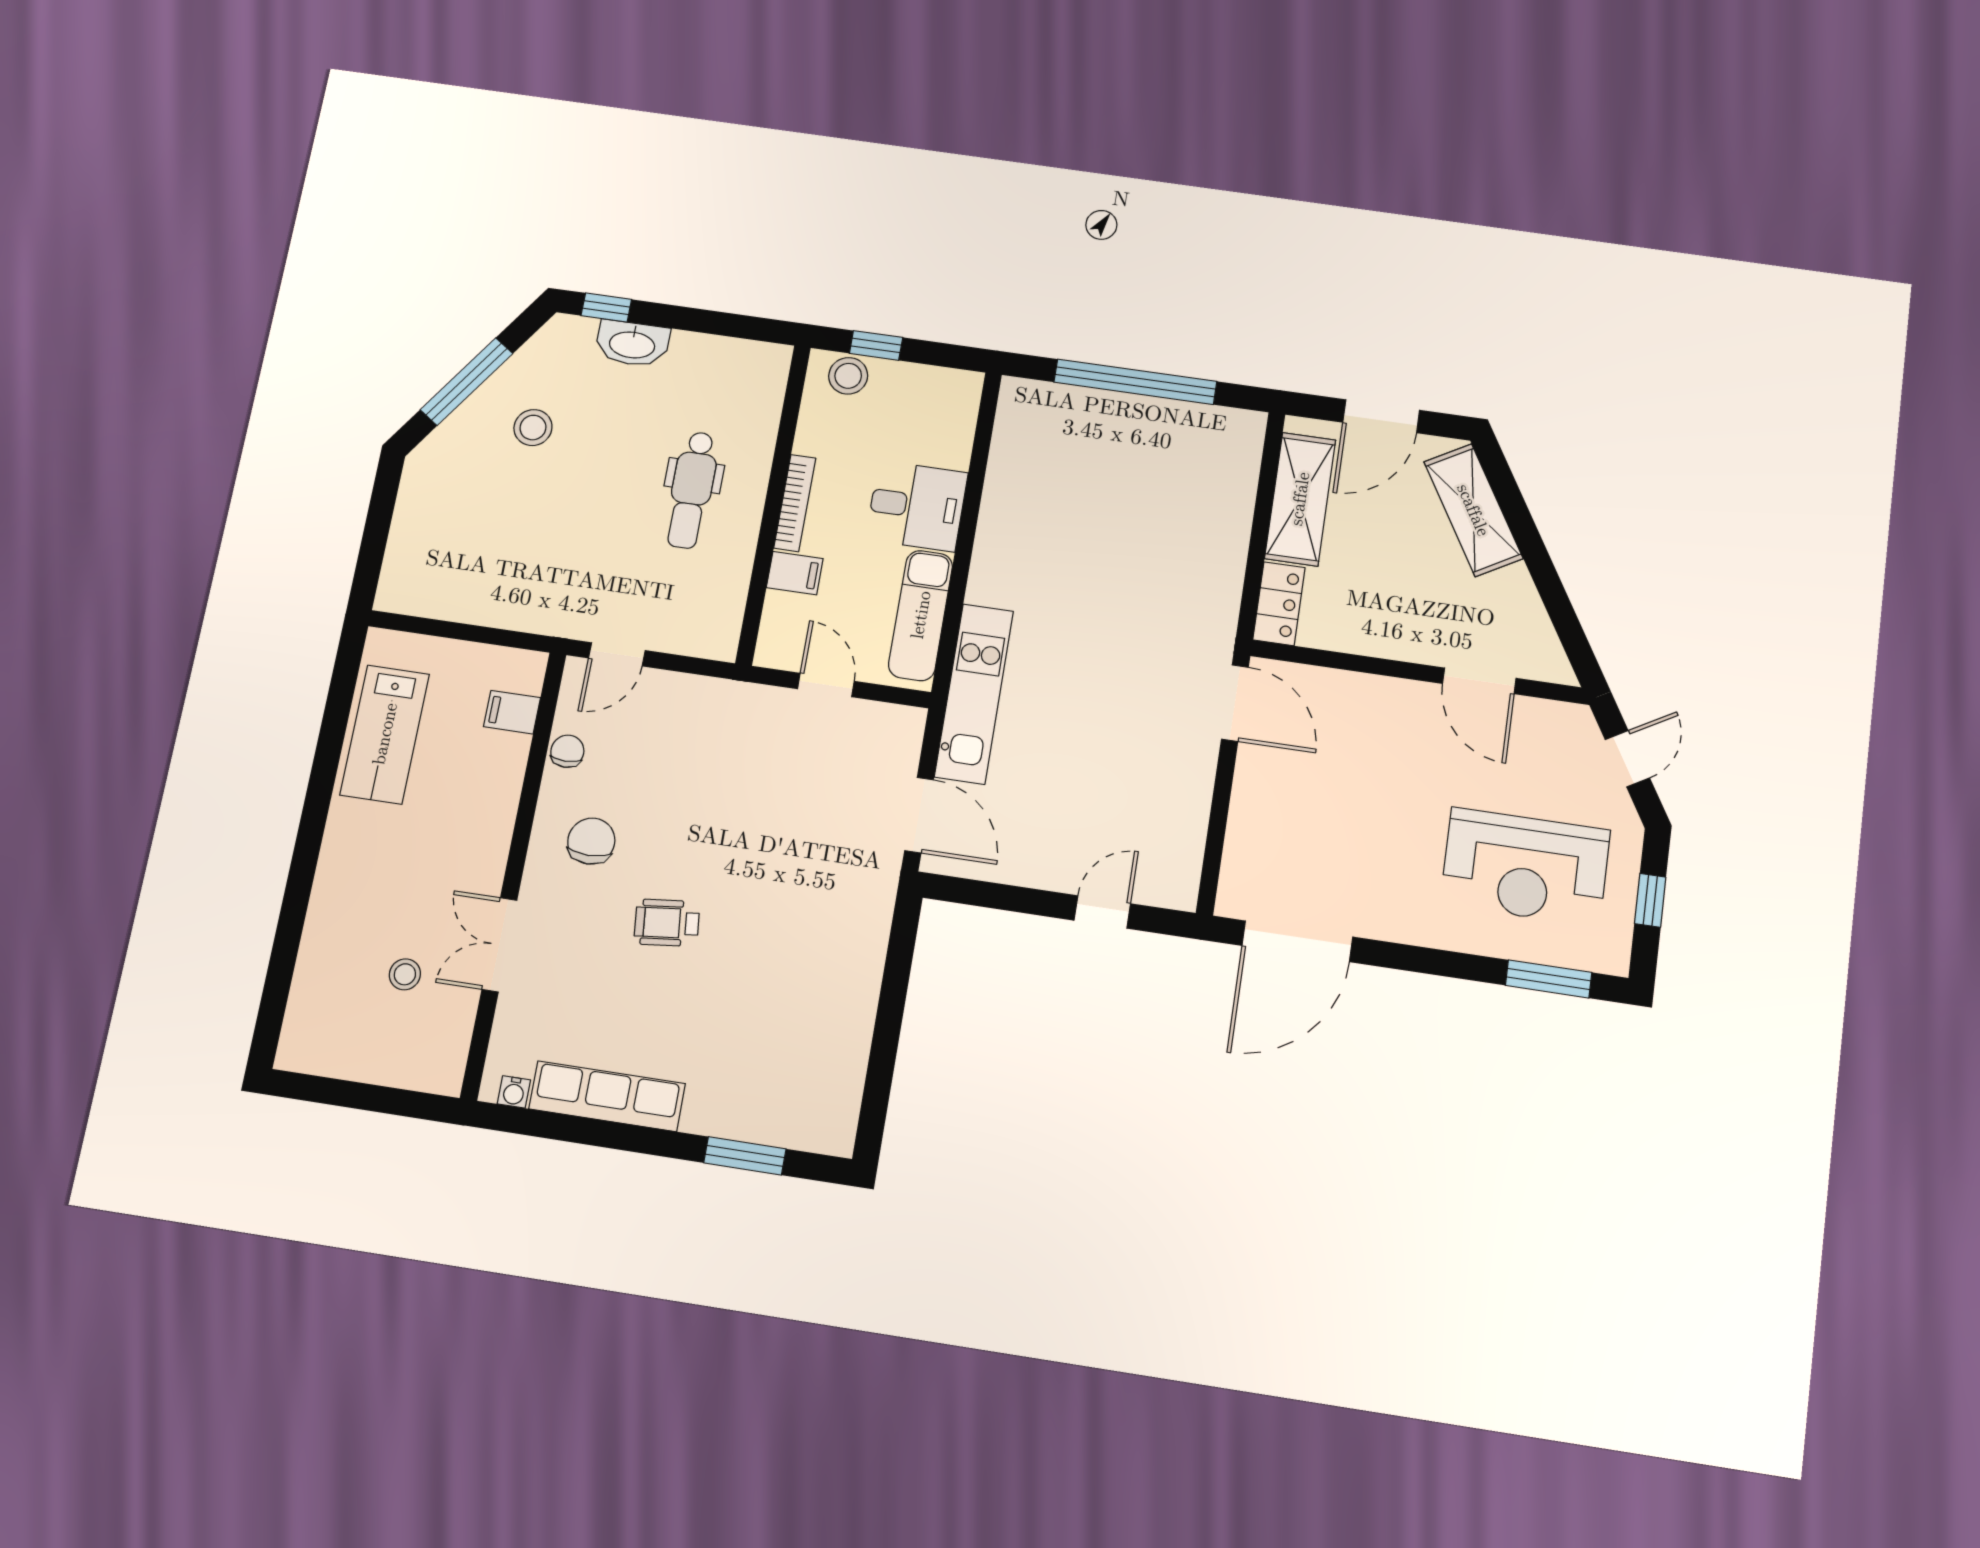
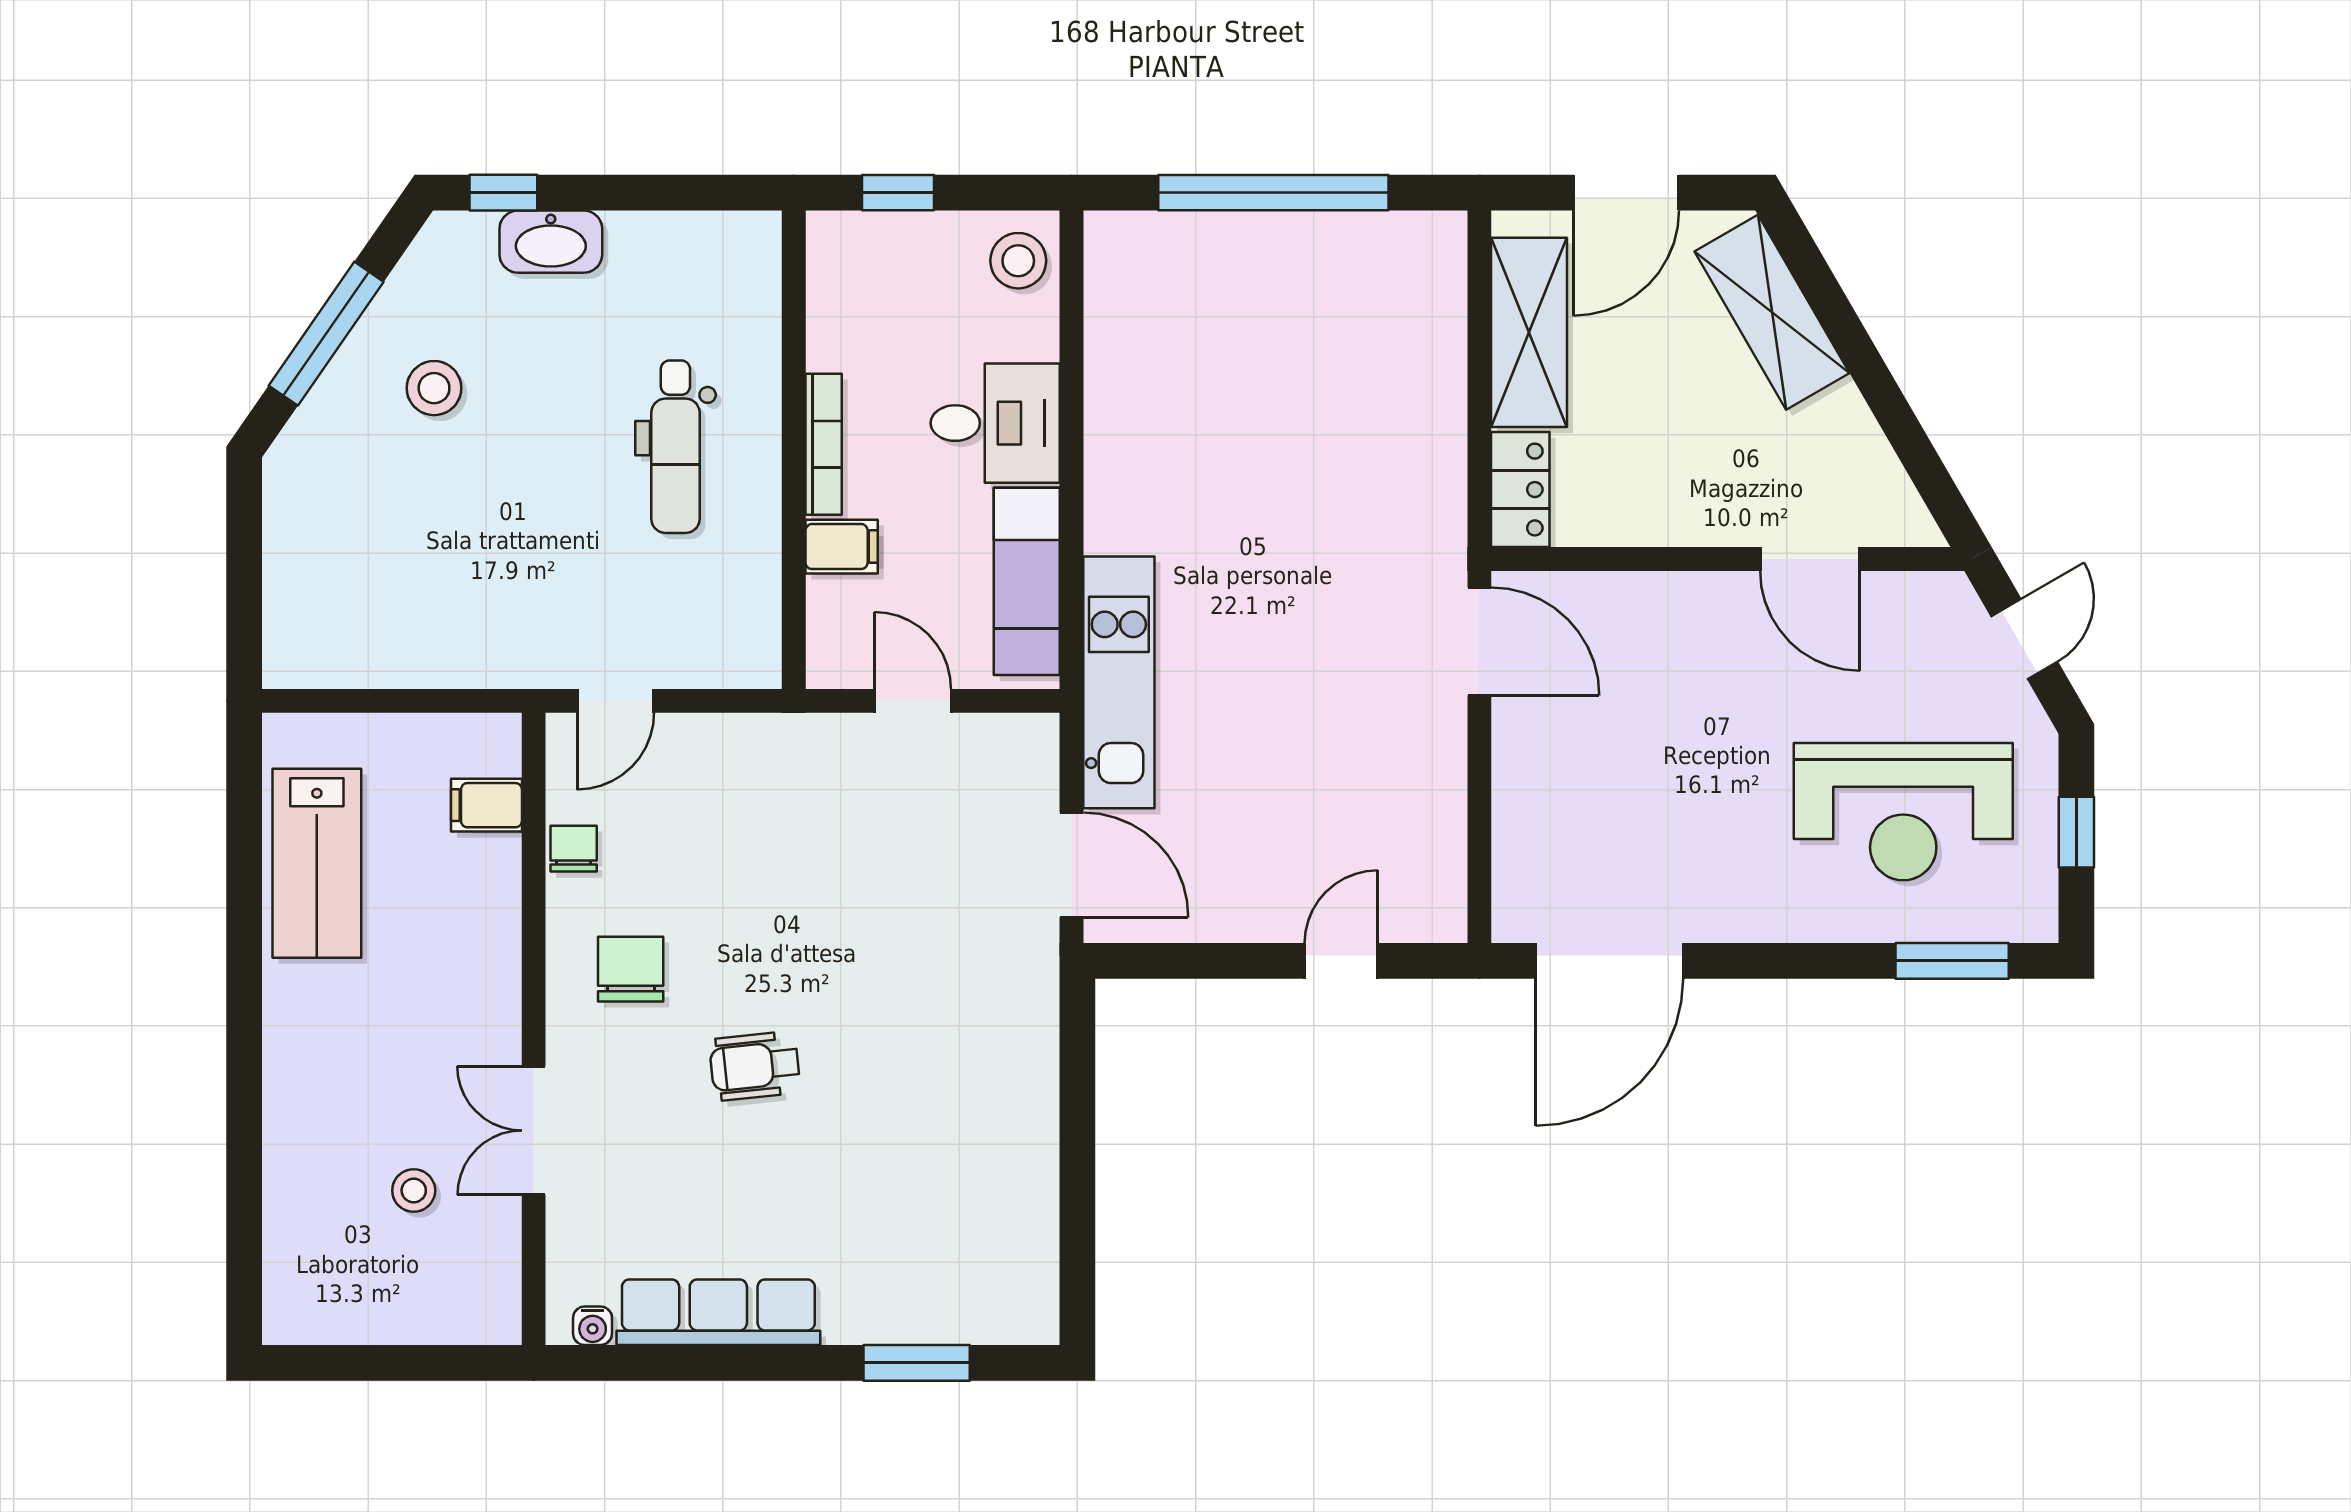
stool: (848, 376) -> (1018, 261), moved

